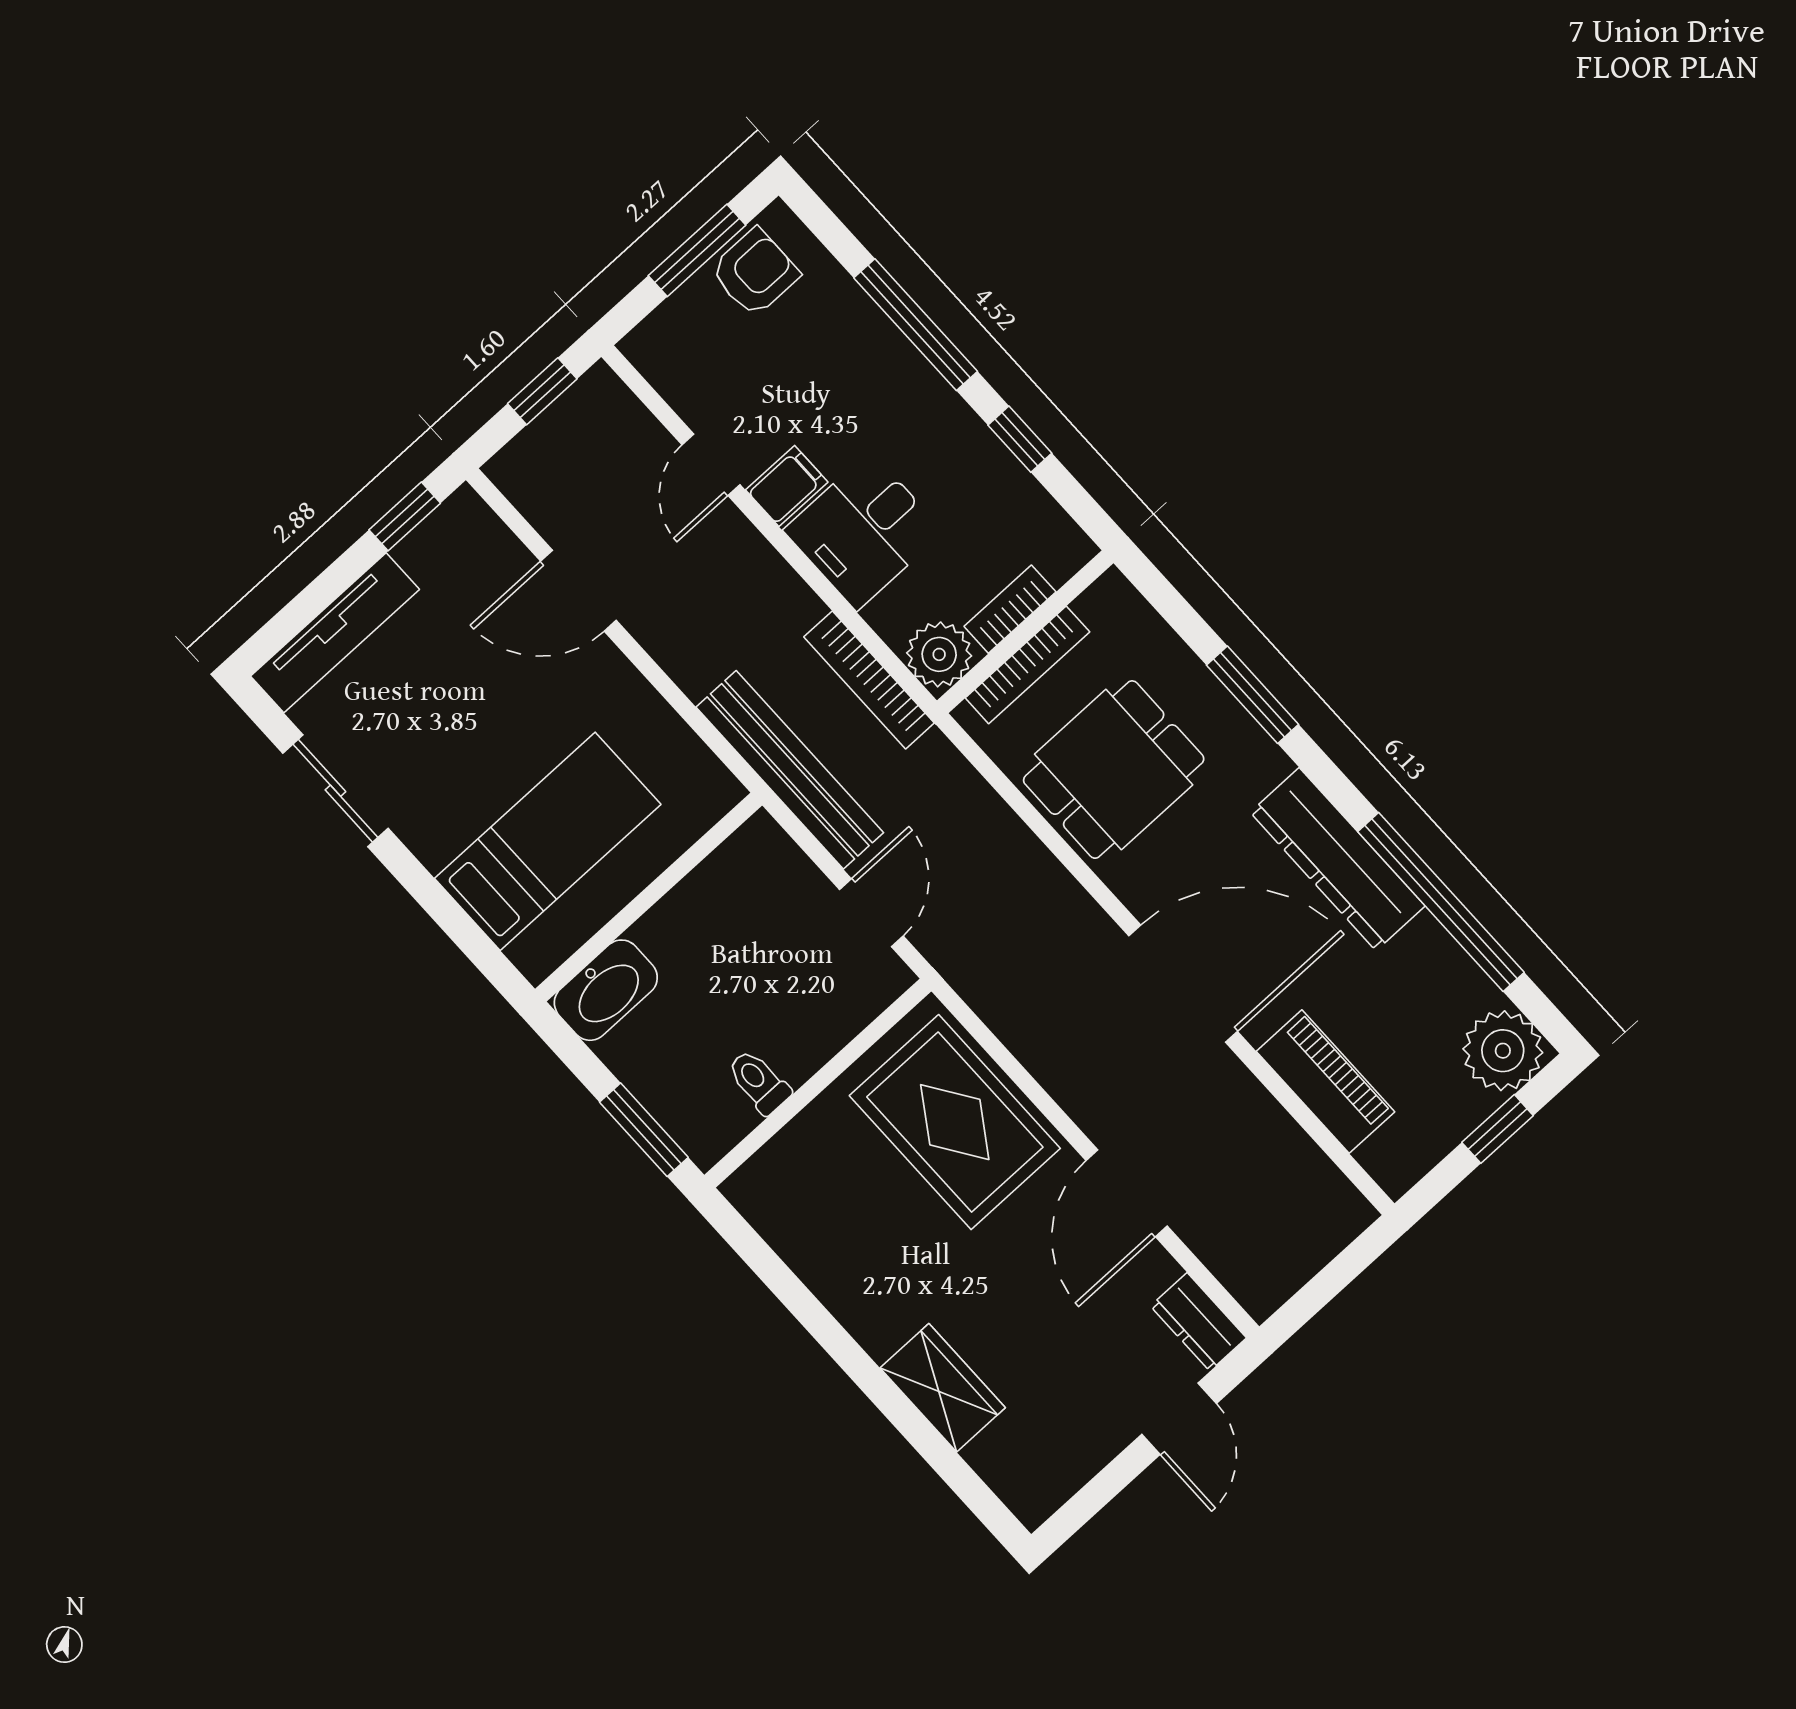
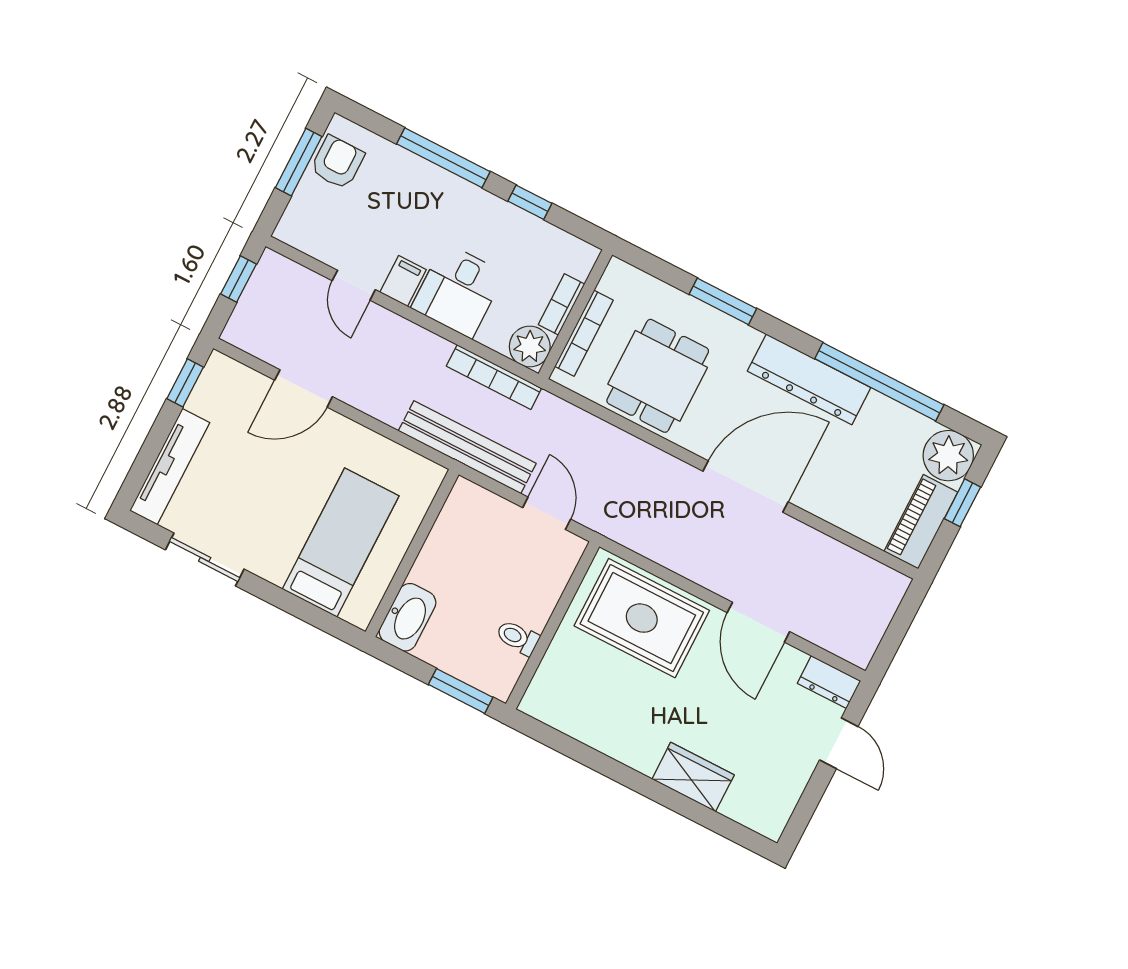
piano: (1325, 1082) -> (921, 522), moved, turned -90

